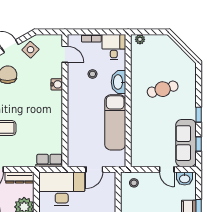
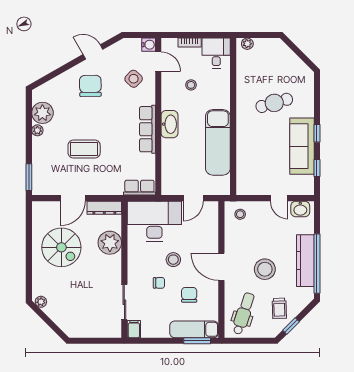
side table: (31, 50) -> (134, 79), moved
washbasin: (118, 82) -> (170, 124), moved, turned 180
water cooler: (57, 84) -> (149, 45), moved
row of seats: (56, 111) -> (147, 129), added
sofa: (186, 143) -> (302, 146), moved

